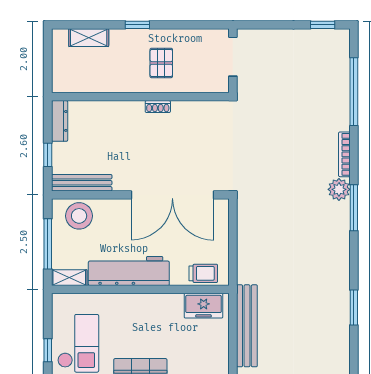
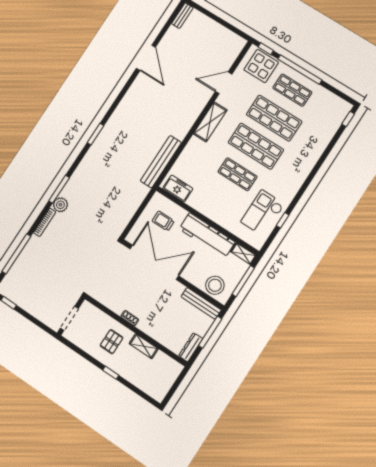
shelving: (89, 38) -> (144, 346), moved
window: (48, 155) -> (210, 332), width x2.17
trolley: (203, 273) -> (163, 221), moved

